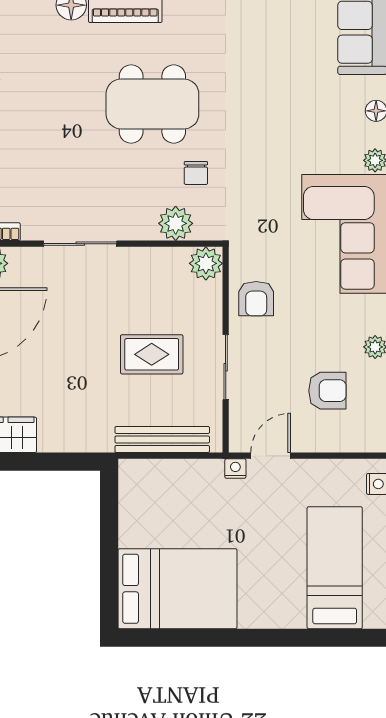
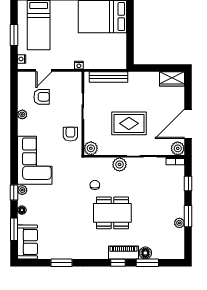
plant: (176, 223) -> (120, 164), moved
rug: (152, 354) -> (129, 123), moved, width x1.36, depth x1.43
armchair: (327, 391) -> (42, 97), turned 180
door: (271, 456) -> (44, 70), moved

